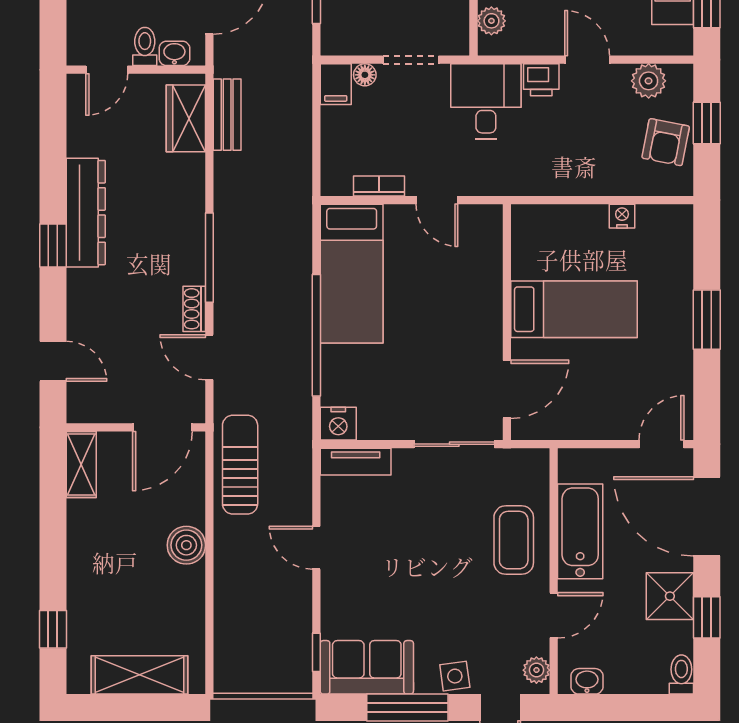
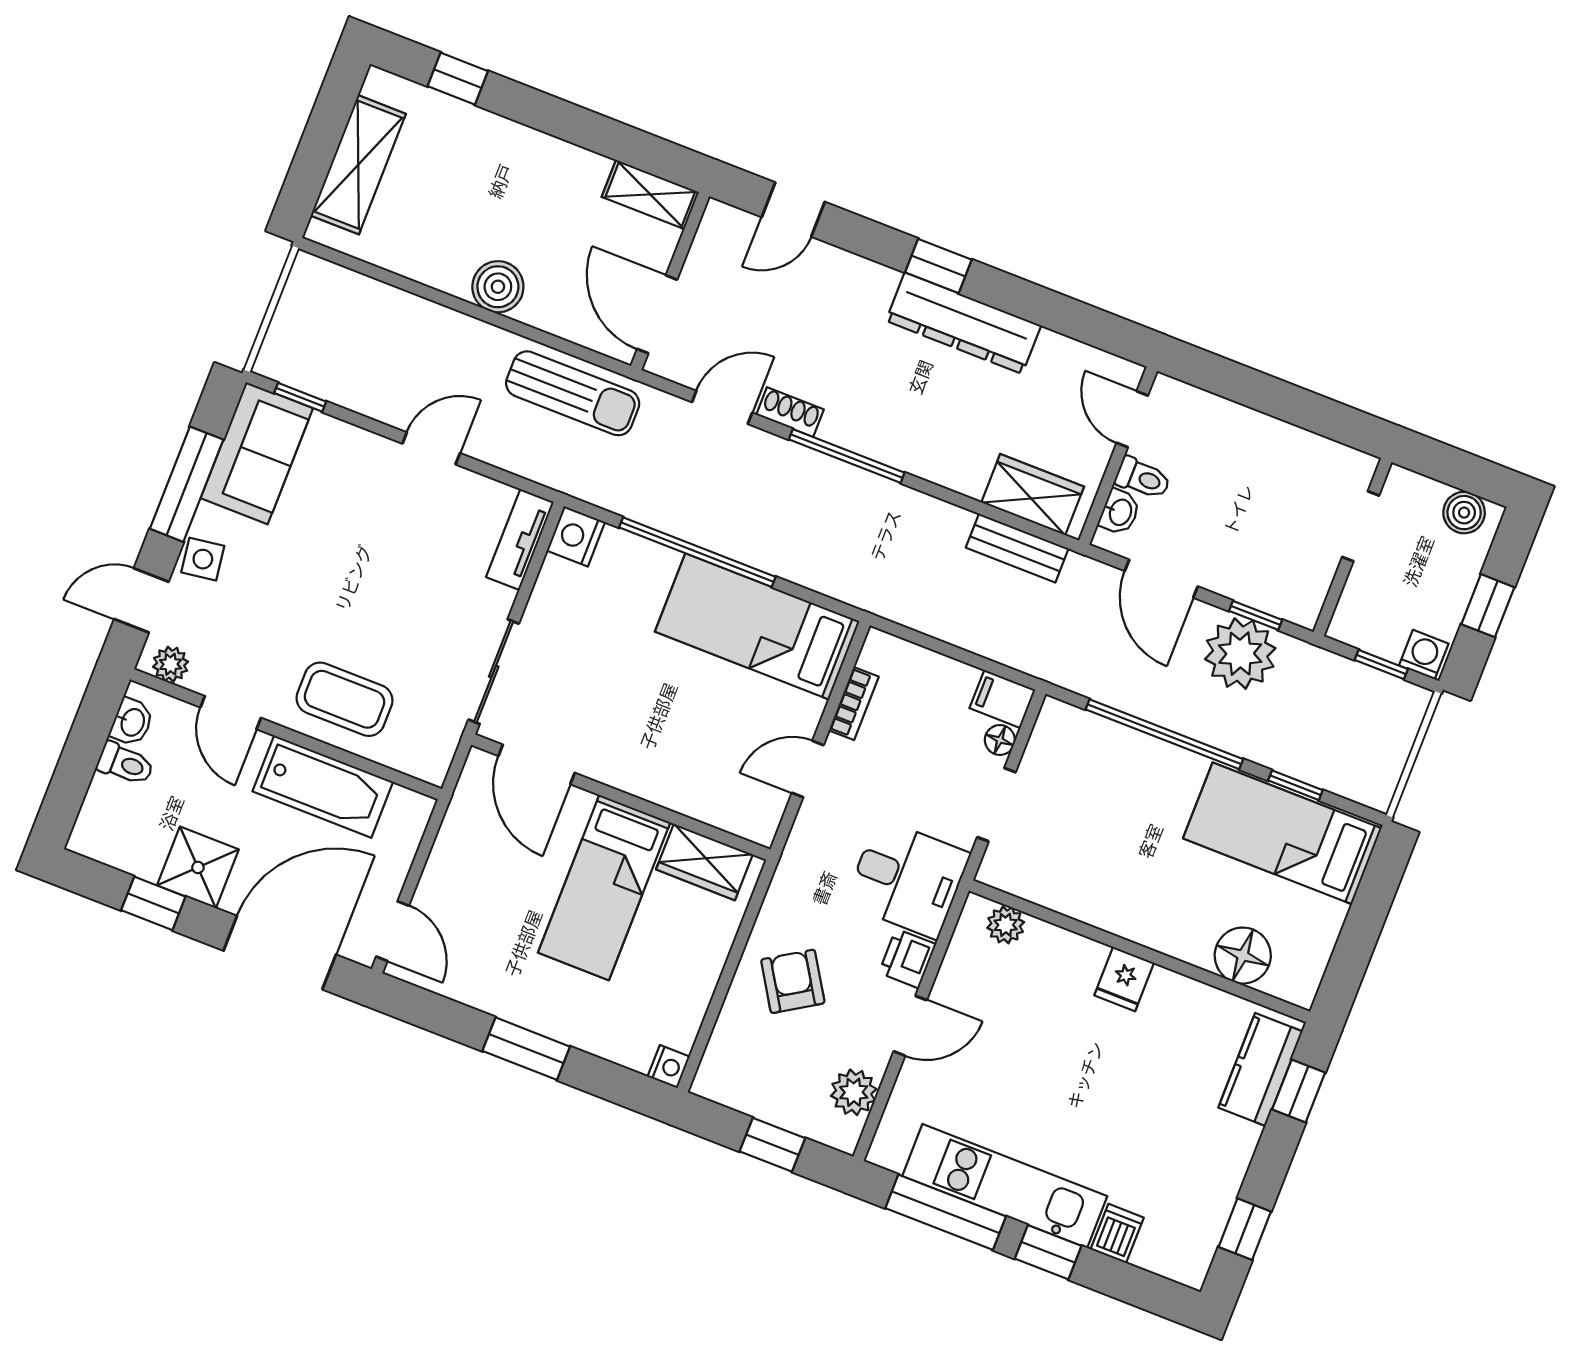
armchair: (666, 142) -> (793, 981), moved, turned 47
nightstand: (622, 216) -> (669, 1067), moved
wardrobe: (529, 247) -> (704, 862), added
toilet: (681, 674) -> (125, 764), moved

